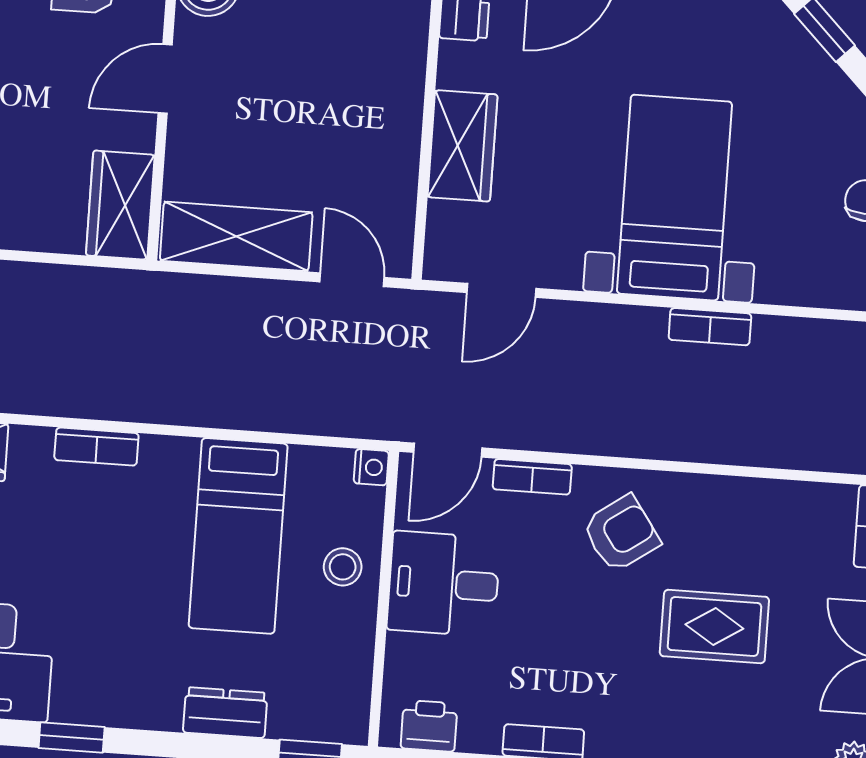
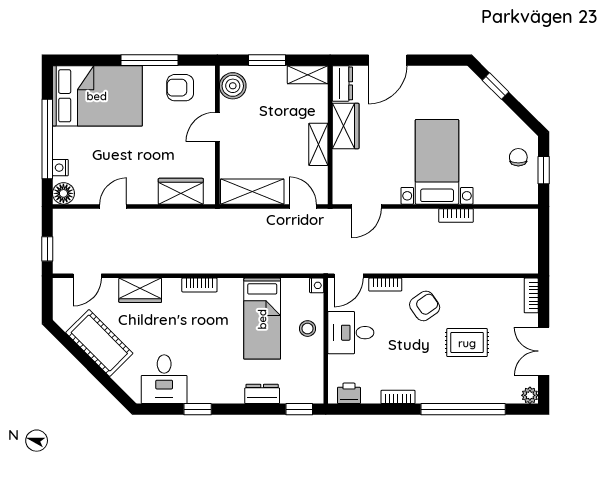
shelving: (399, 137) -> (318, 144), added
wardrobe: (462, 146) -> (346, 126), moved
wardrobe: (120, 205) -> (181, 191), moved, turned 90

